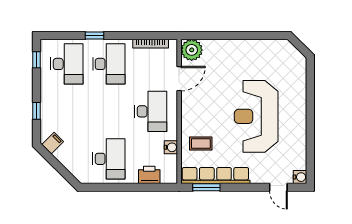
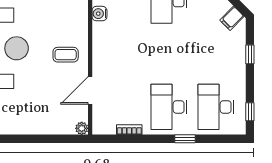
bookcase: (151, 44) -> (129, 130), width x0.64
plant: (192, 50) -> (82, 128), width x0.53, depth x0.53
desk: (151, 111) -> (122, 54), removed
coffee table: (201, 143) -> (66, 55), moved

